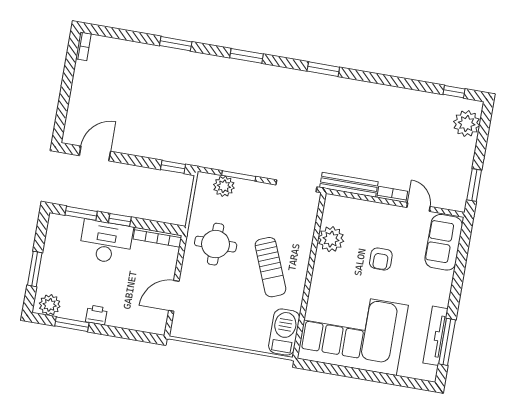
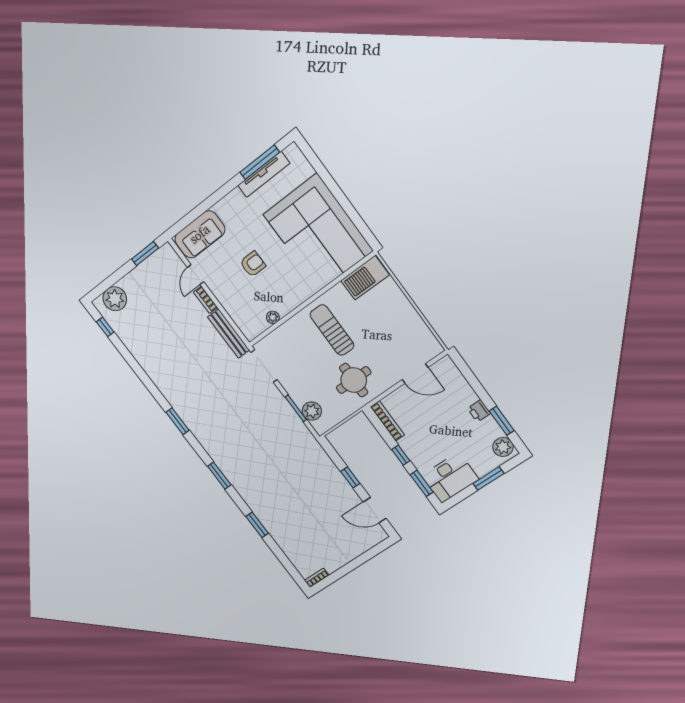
window: (173, 167) -> (350, 478), moved
plant: (331, 239) -> (273, 317), width x0.53, depth x0.53
desk: (106, 242) -> (450, 478), moved, turned -90
sun lounger: (270, 267) -> (332, 330), turned -68

